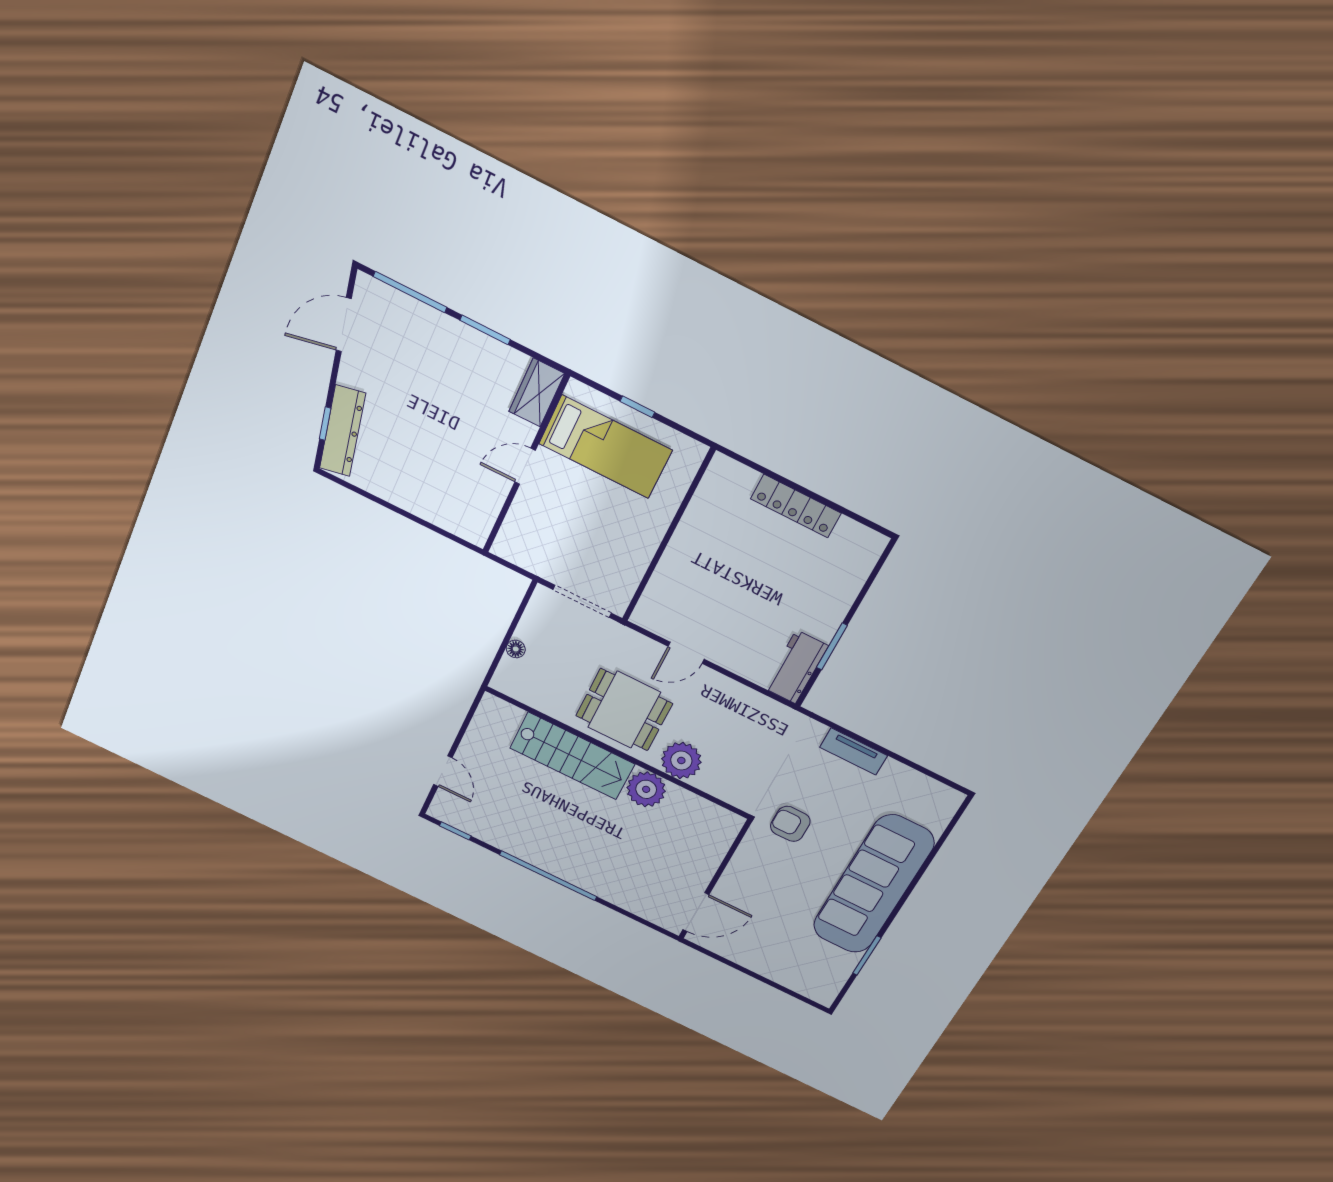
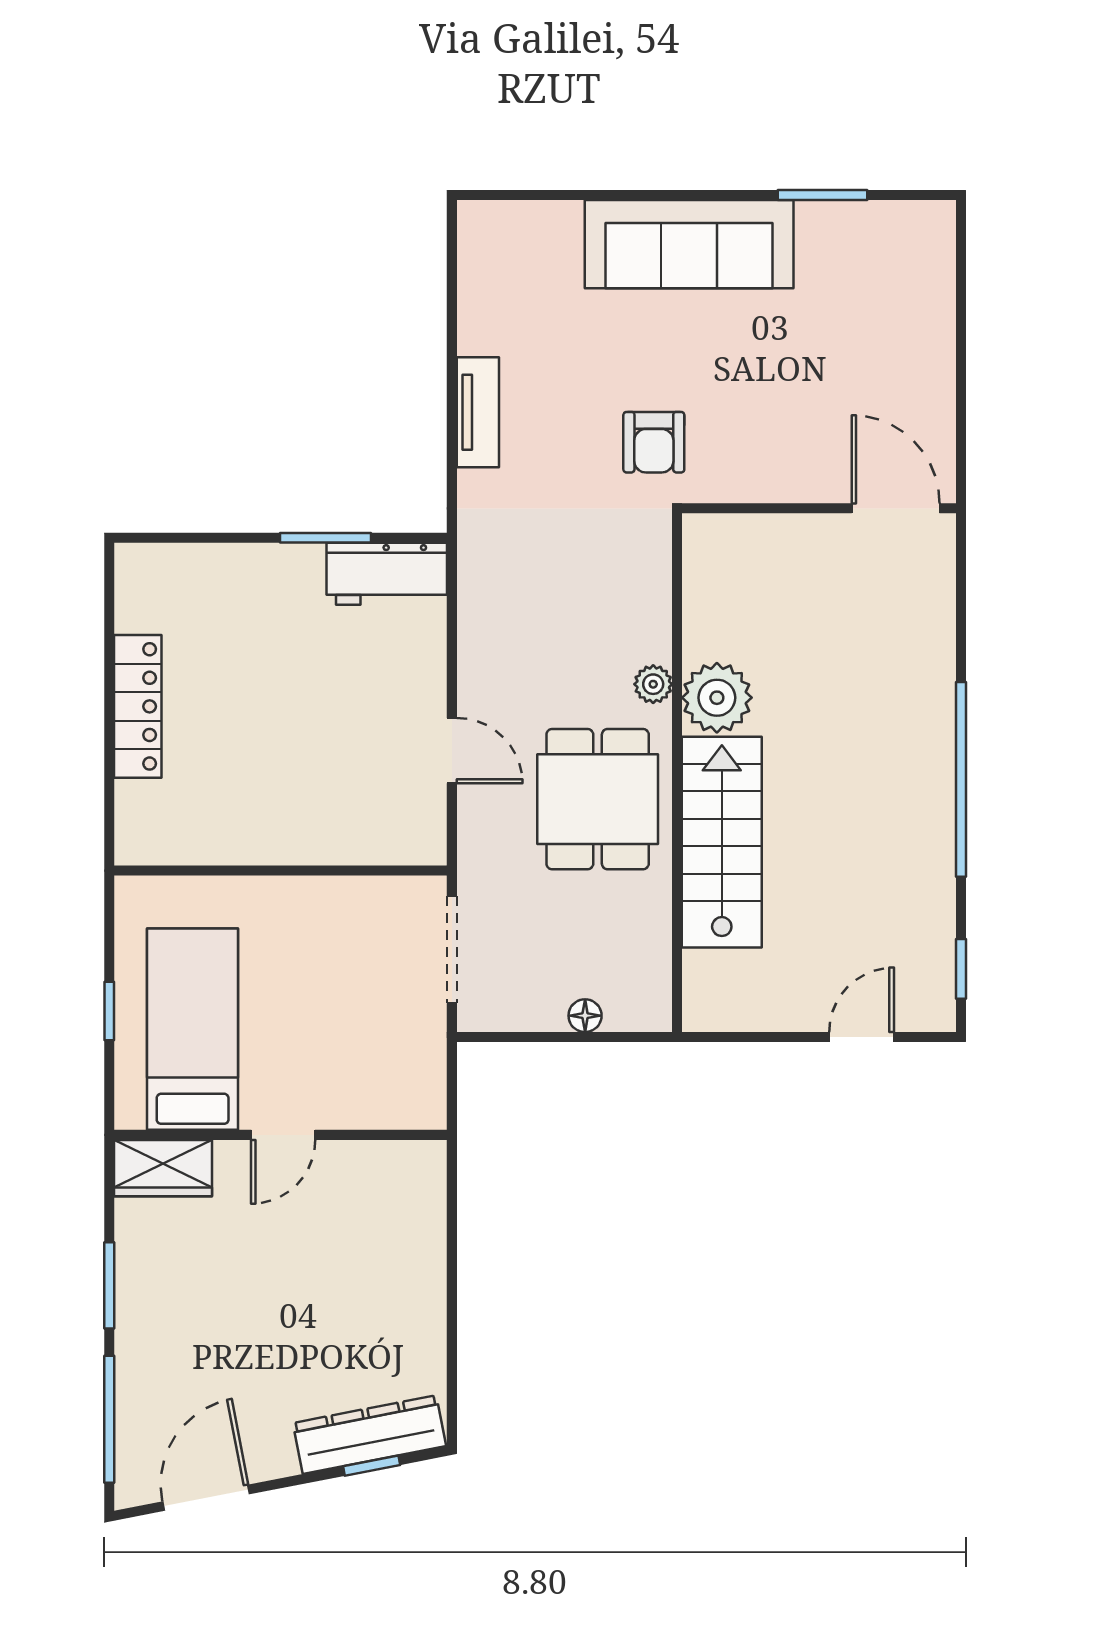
door: (344, 325) -> (206, 1498), swing flipped
door: (525, 466) -> (283, 1135), hinge flipped
plant: (681, 760) -> (653, 684), width x0.53, depth x0.53
sofa: (873, 885) -> (689, 244), width x0.74, depth x0.79

